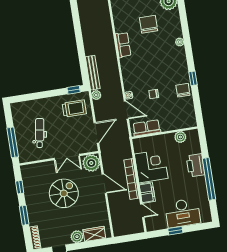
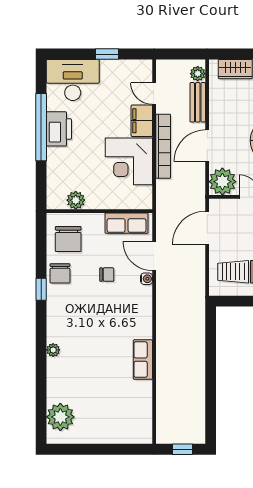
chair: (148, 24) -> (68, 239), moved
bench: (93, 73) -> (198, 102), moved, width x0.73
window: (74, 90) -> (232, 301), removed
plant: (96, 95) -> (198, 74), moved
printer: (196, 165) -> (59, 129), moved
door: (104, 184) -> (207, 146), hinge flipped
desk: (183, 213) -> (73, 80), moved

